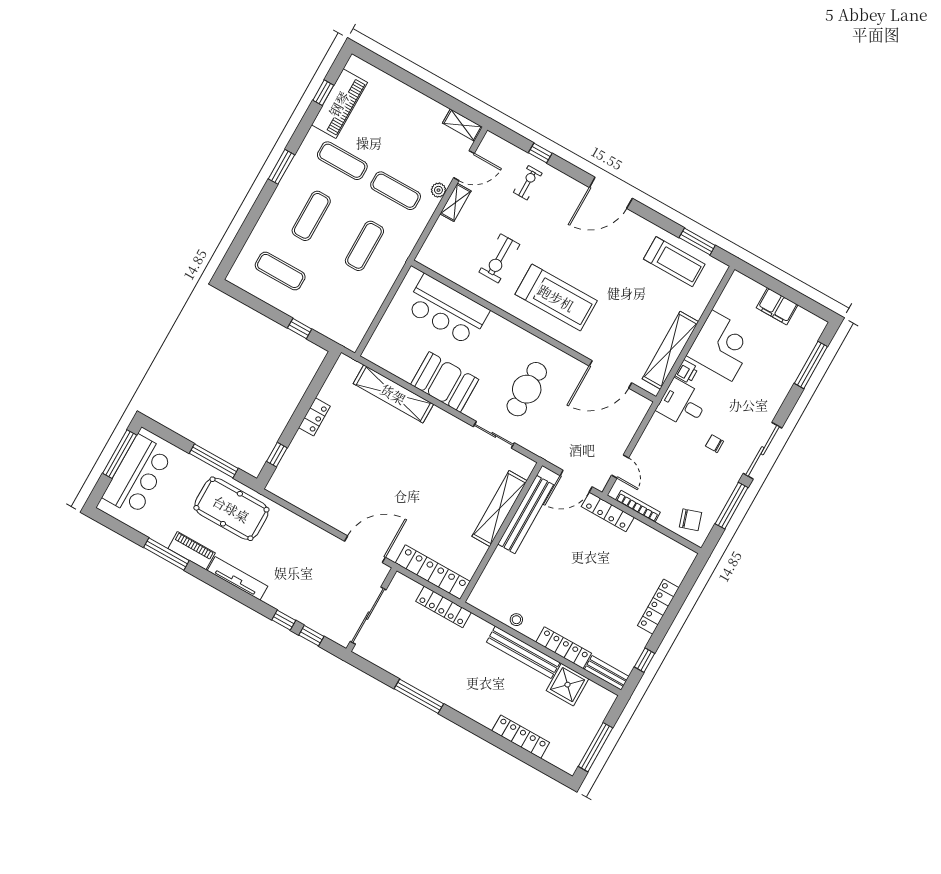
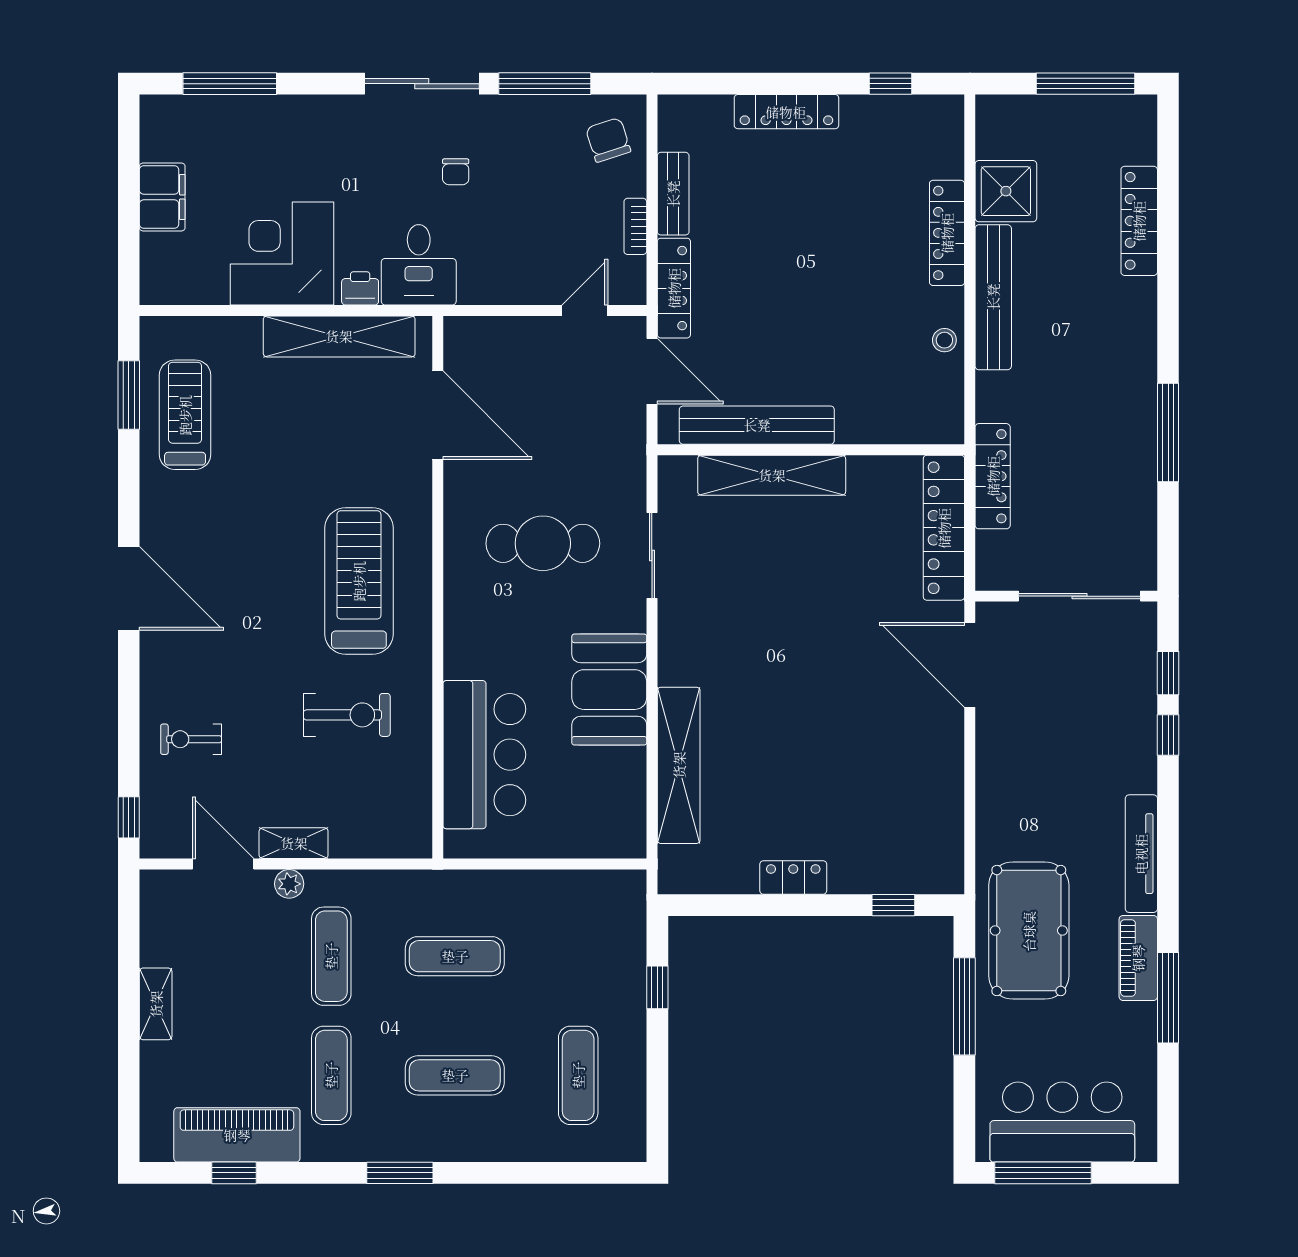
shelving: (462, 125) -> (156, 1004), moved
window: (540, 153) -> (129, 817), moved
bookcase: (638, 506) -> (635, 226), width x0.64
bench: (607, 673) -> (673, 194), moved

